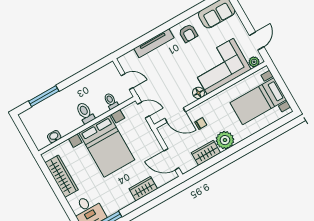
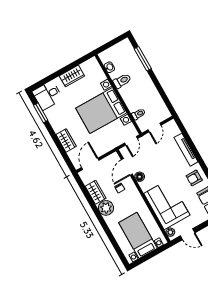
floor lamp: (198, 93) -> (140, 177), moved
toilet: (85, 113) -> (122, 81), moved
wardrobe: (62, 176) -> (72, 76), width x0.67

